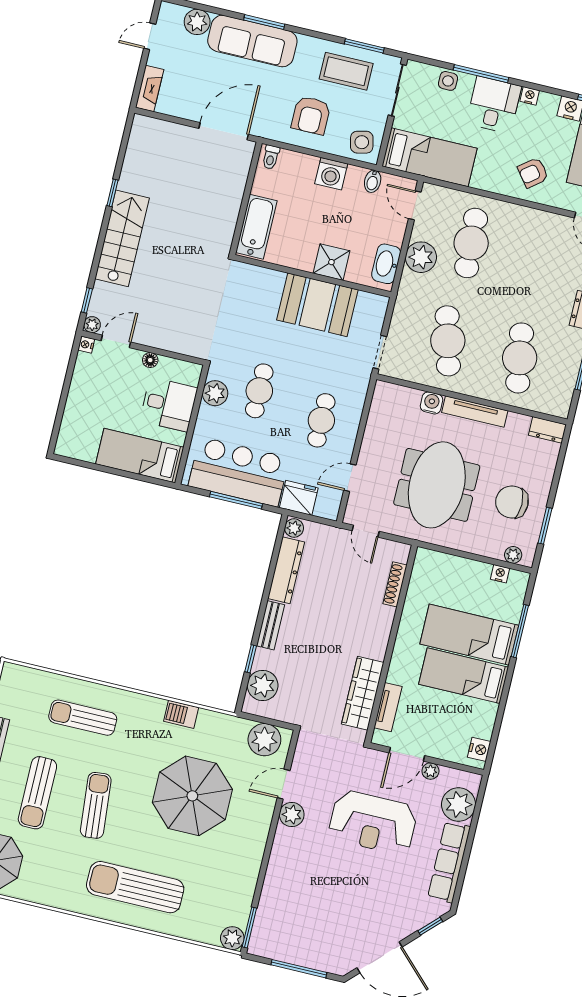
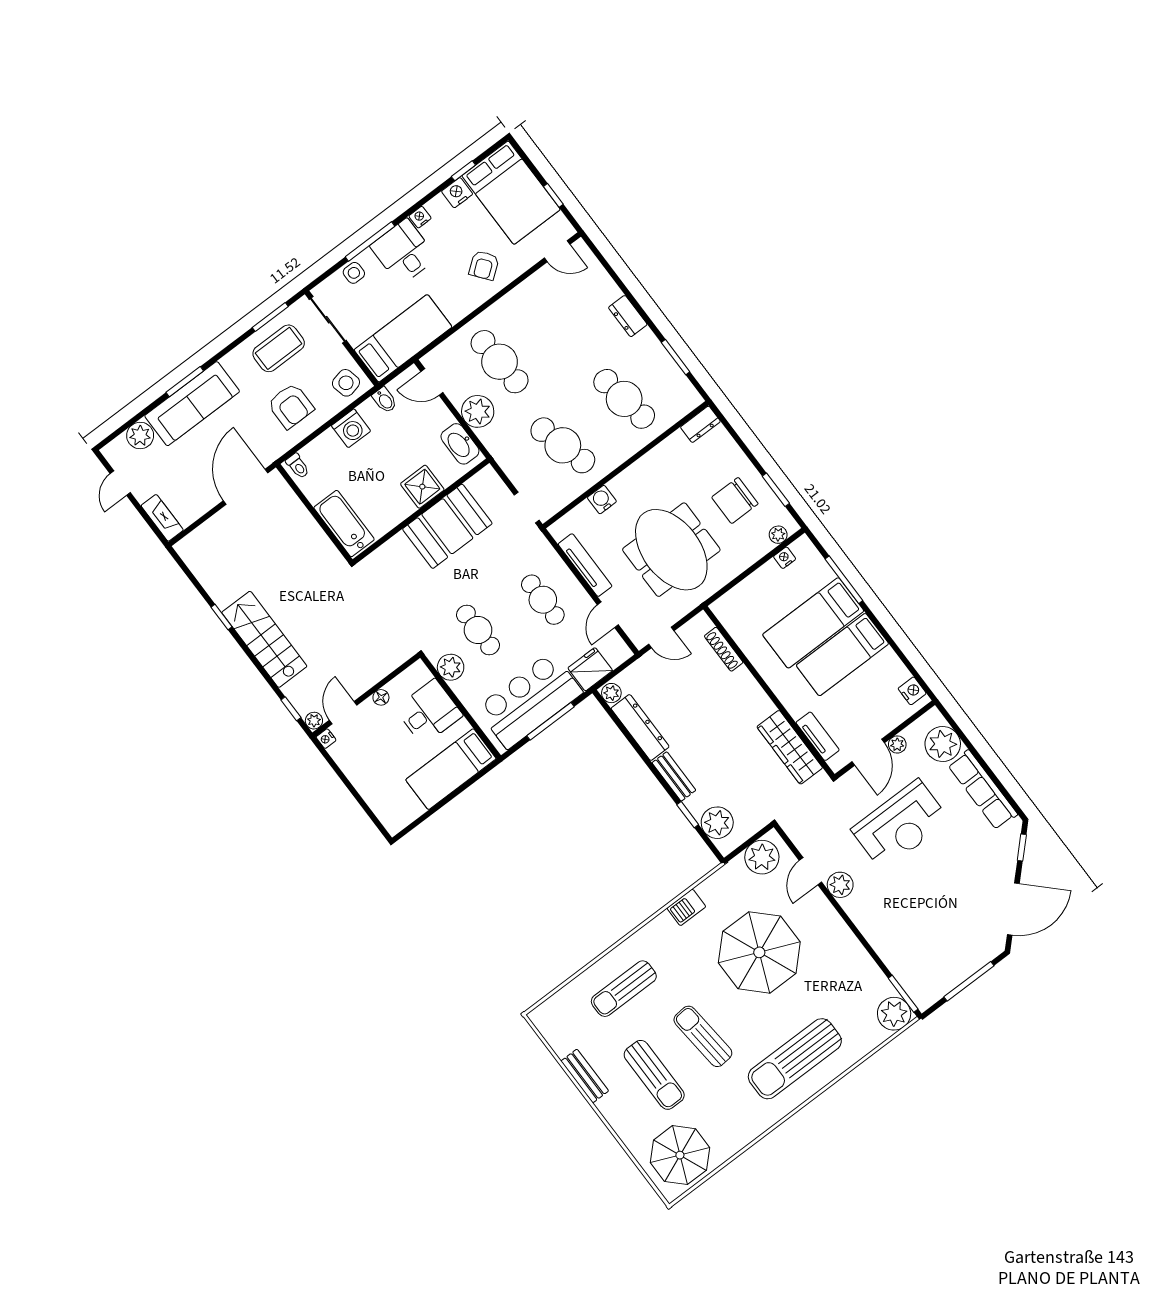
tv unit: (475, 412) -> (585, 565), moved, turned -90
plant: (232, 938) -> (894, 1014), width x1.36, depth x1.36

